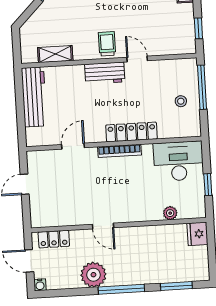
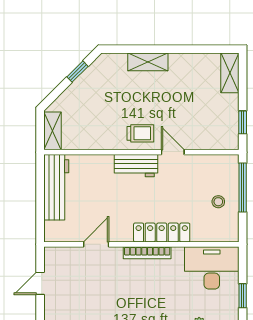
trolley: (107, 44) -> (140, 133), turned 90
shelving: (55, 54) -> (53, 131), moved, turned 90

